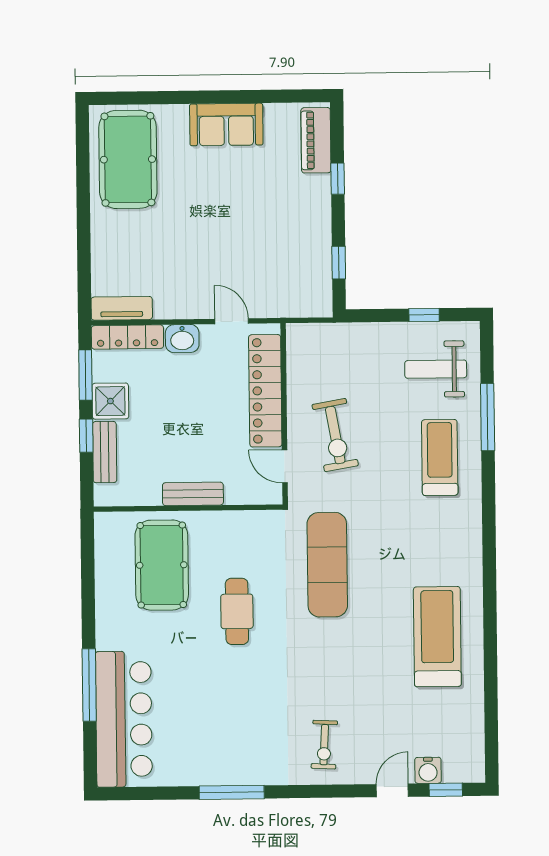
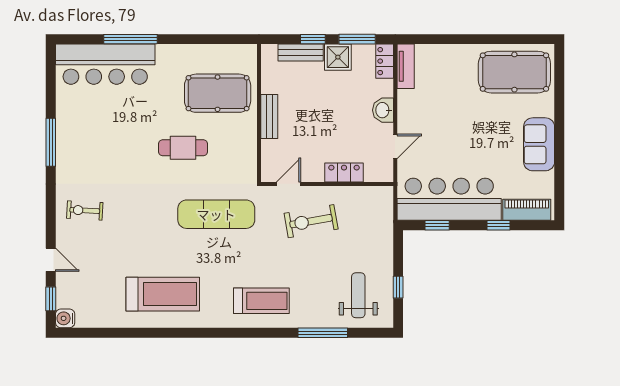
bar counter: (303, 246) -> (449, 199), added
locker: (127, 337) -> (385, 61), width x0.66
locker: (265, 391) -> (344, 172), width x0.46, depth x0.83
treadmill: (440, 457) -> (261, 301), moved
water cooler: (428, 770) -> (65, 318), moved

